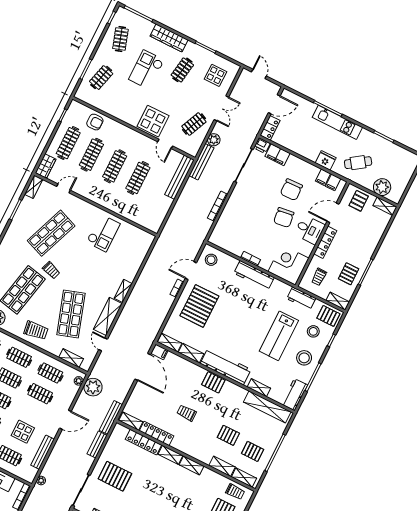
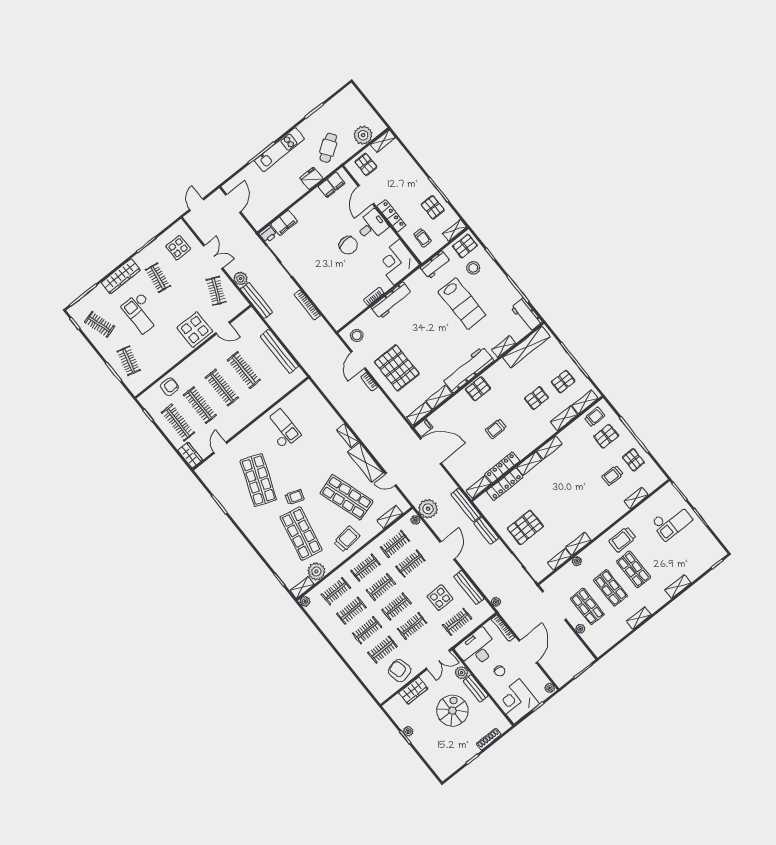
door: (259, 74) -> (197, 205), hinge flipped
locker: (270, 128) -> (254, 218), removed
bench: (179, 177) -> (279, 351), moved
shelving: (34, 187) -> (205, 476), removed
chair: (291, 190) -> (324, 225), removed
stool: (304, 358) -> (495, 289), removed

